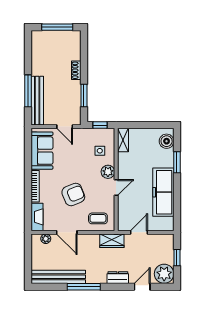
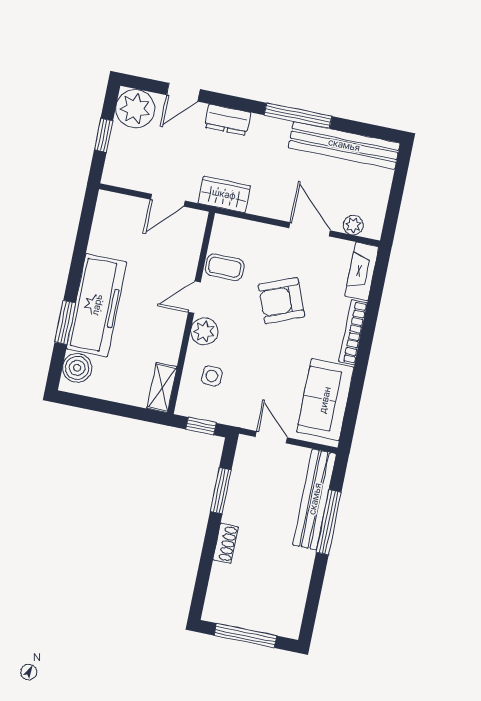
freezer: (163, 192) -> (97, 305), moved
coffee table: (98, 218) -> (225, 267), moved

